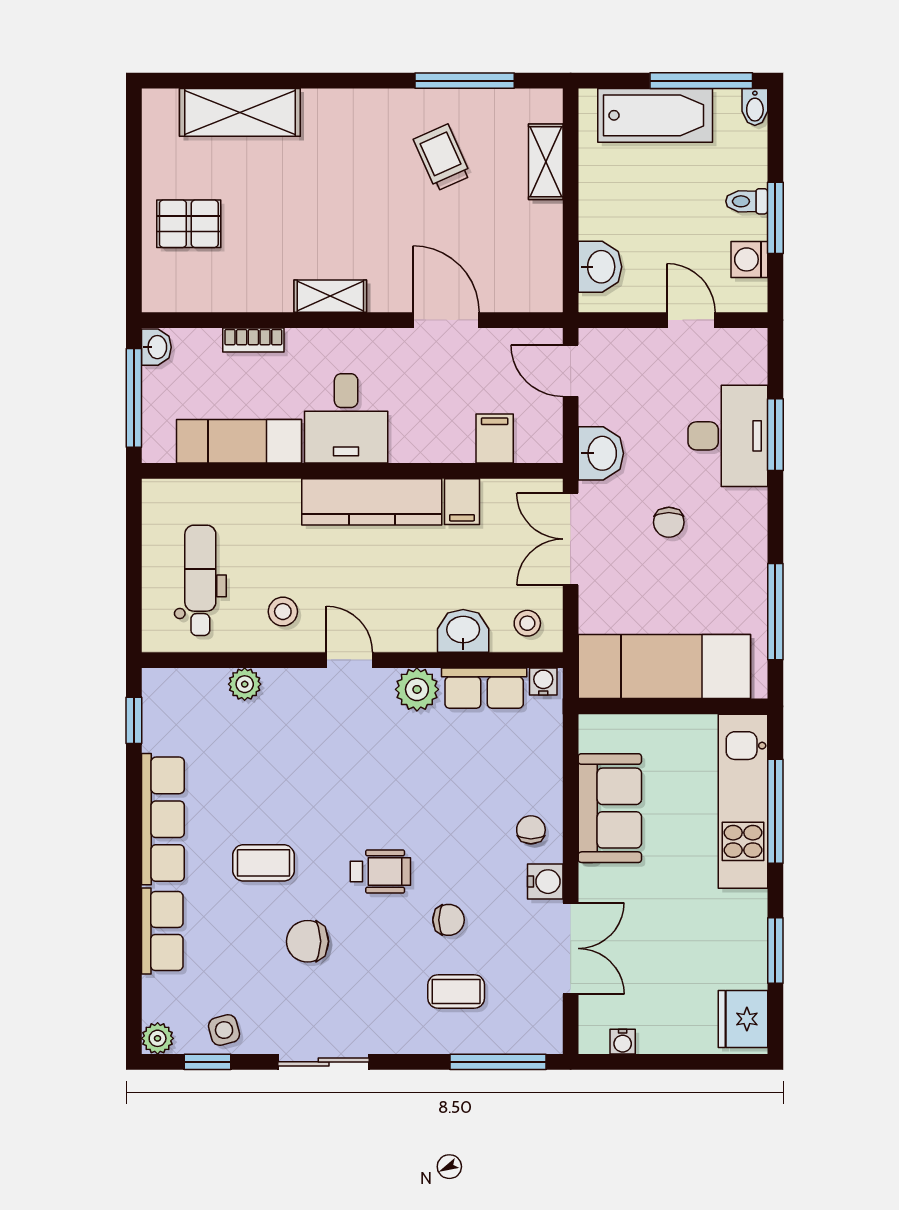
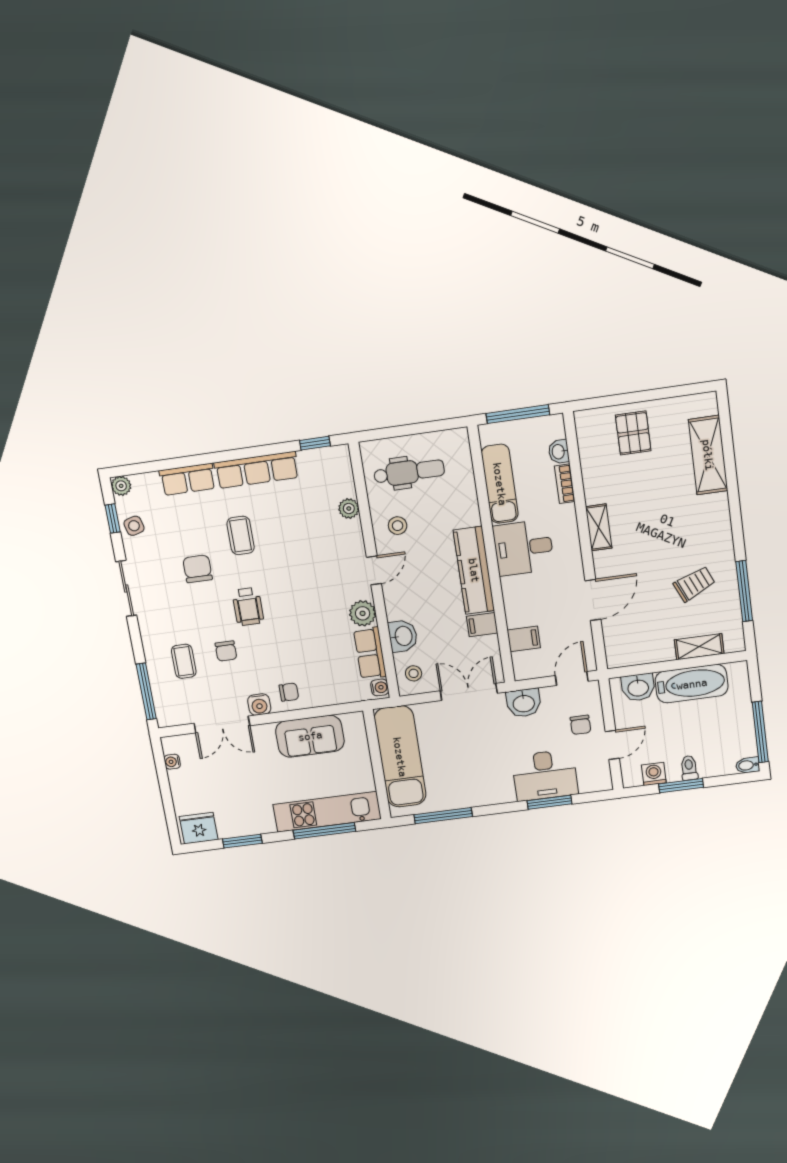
bathtub: (655, 115) -> (692, 684), moved, turned -90
washbasin: (156, 347) -> (559, 452), moved, turned 90
chair: (669, 522) -> (580, 725), moved, turned -90

